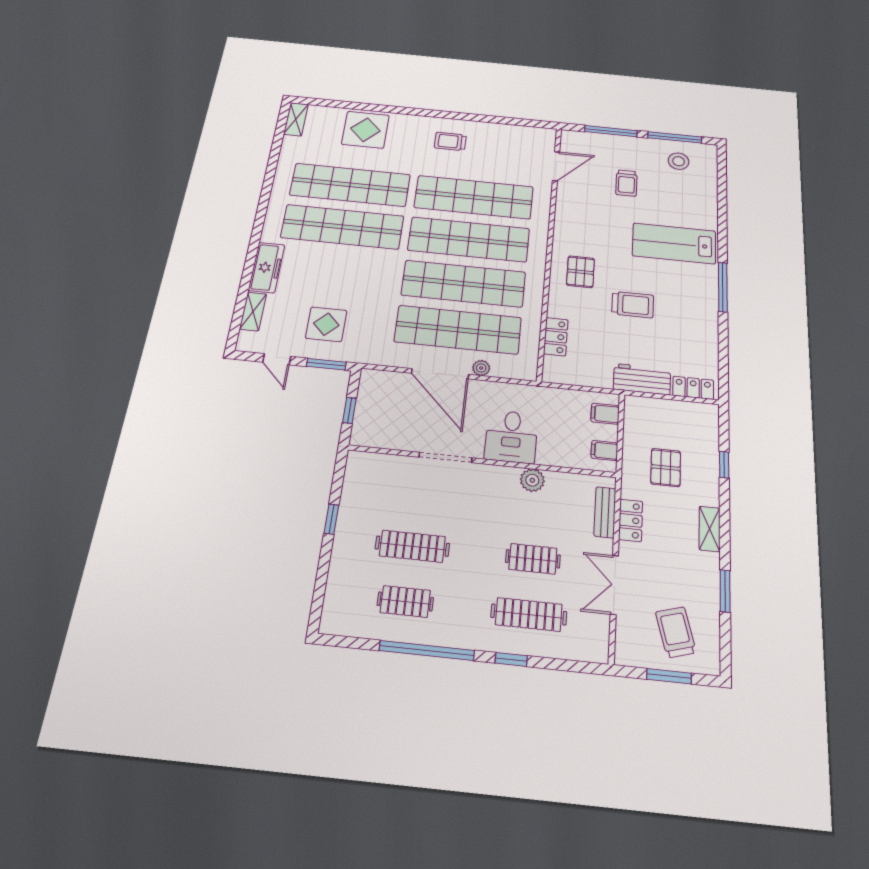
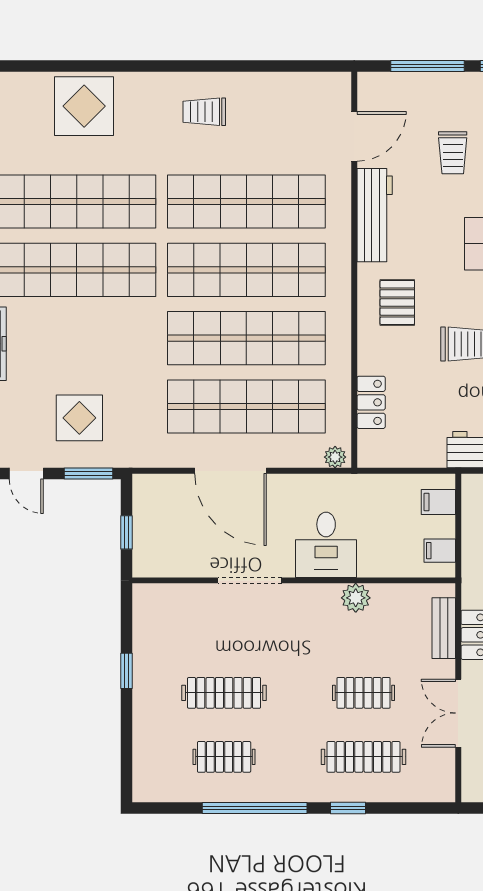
workbench: (567, 215) -> (375, 215), added
plant: (481, 368) -> (335, 457), moved

